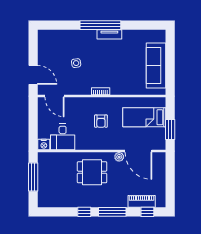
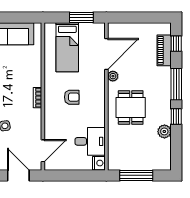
door: (33, 75) -> (18, 175), hinge flipped
plant: (71, 201) -> (164, 131), added

